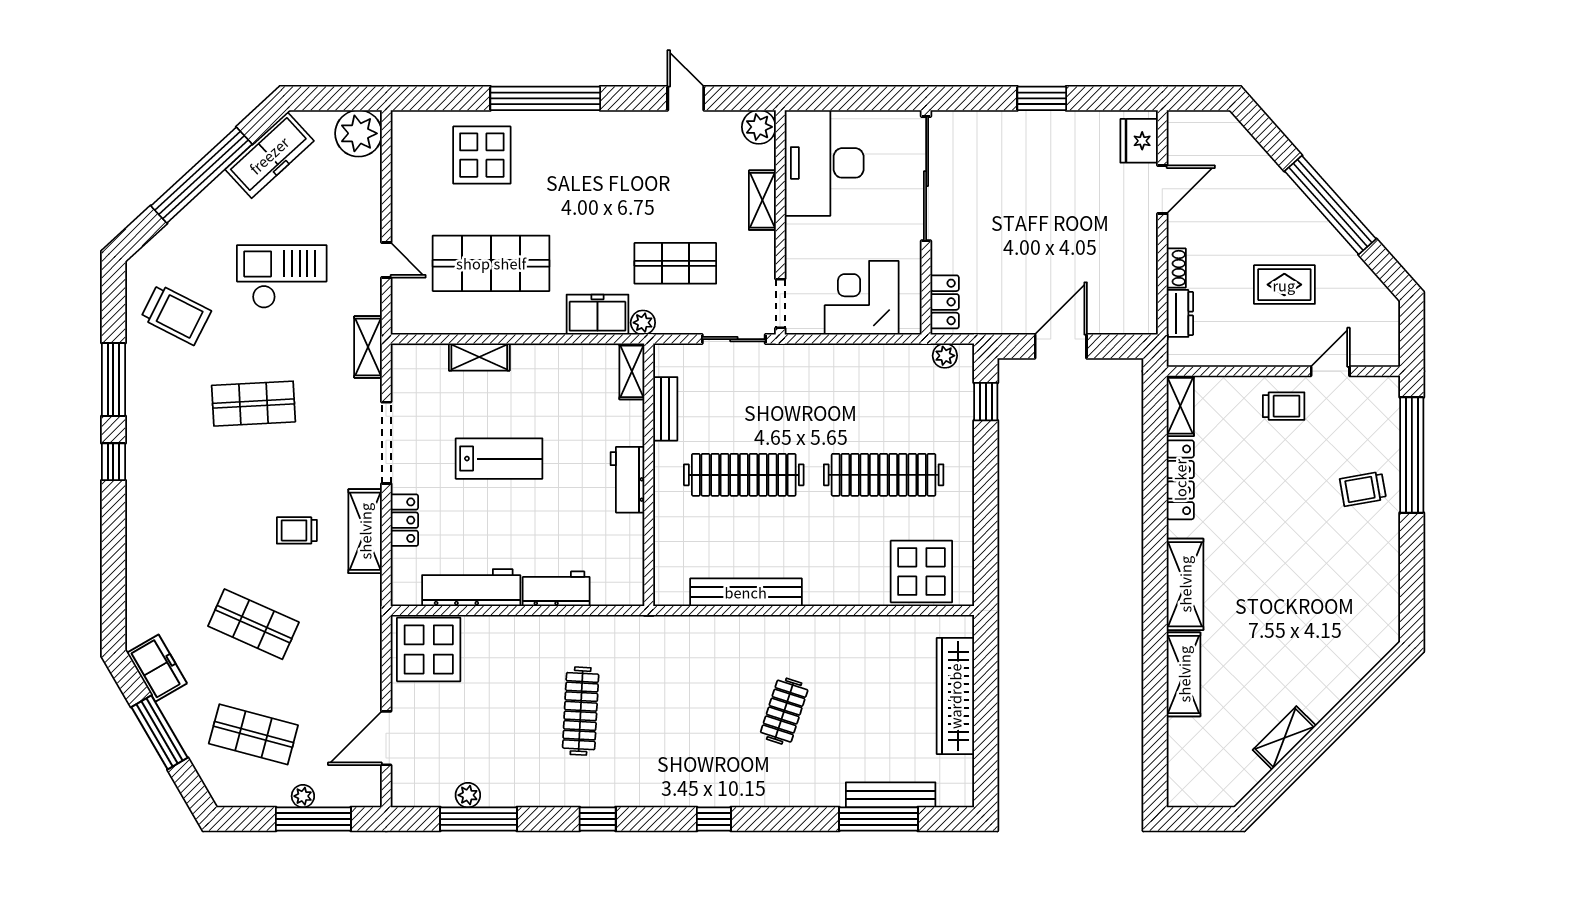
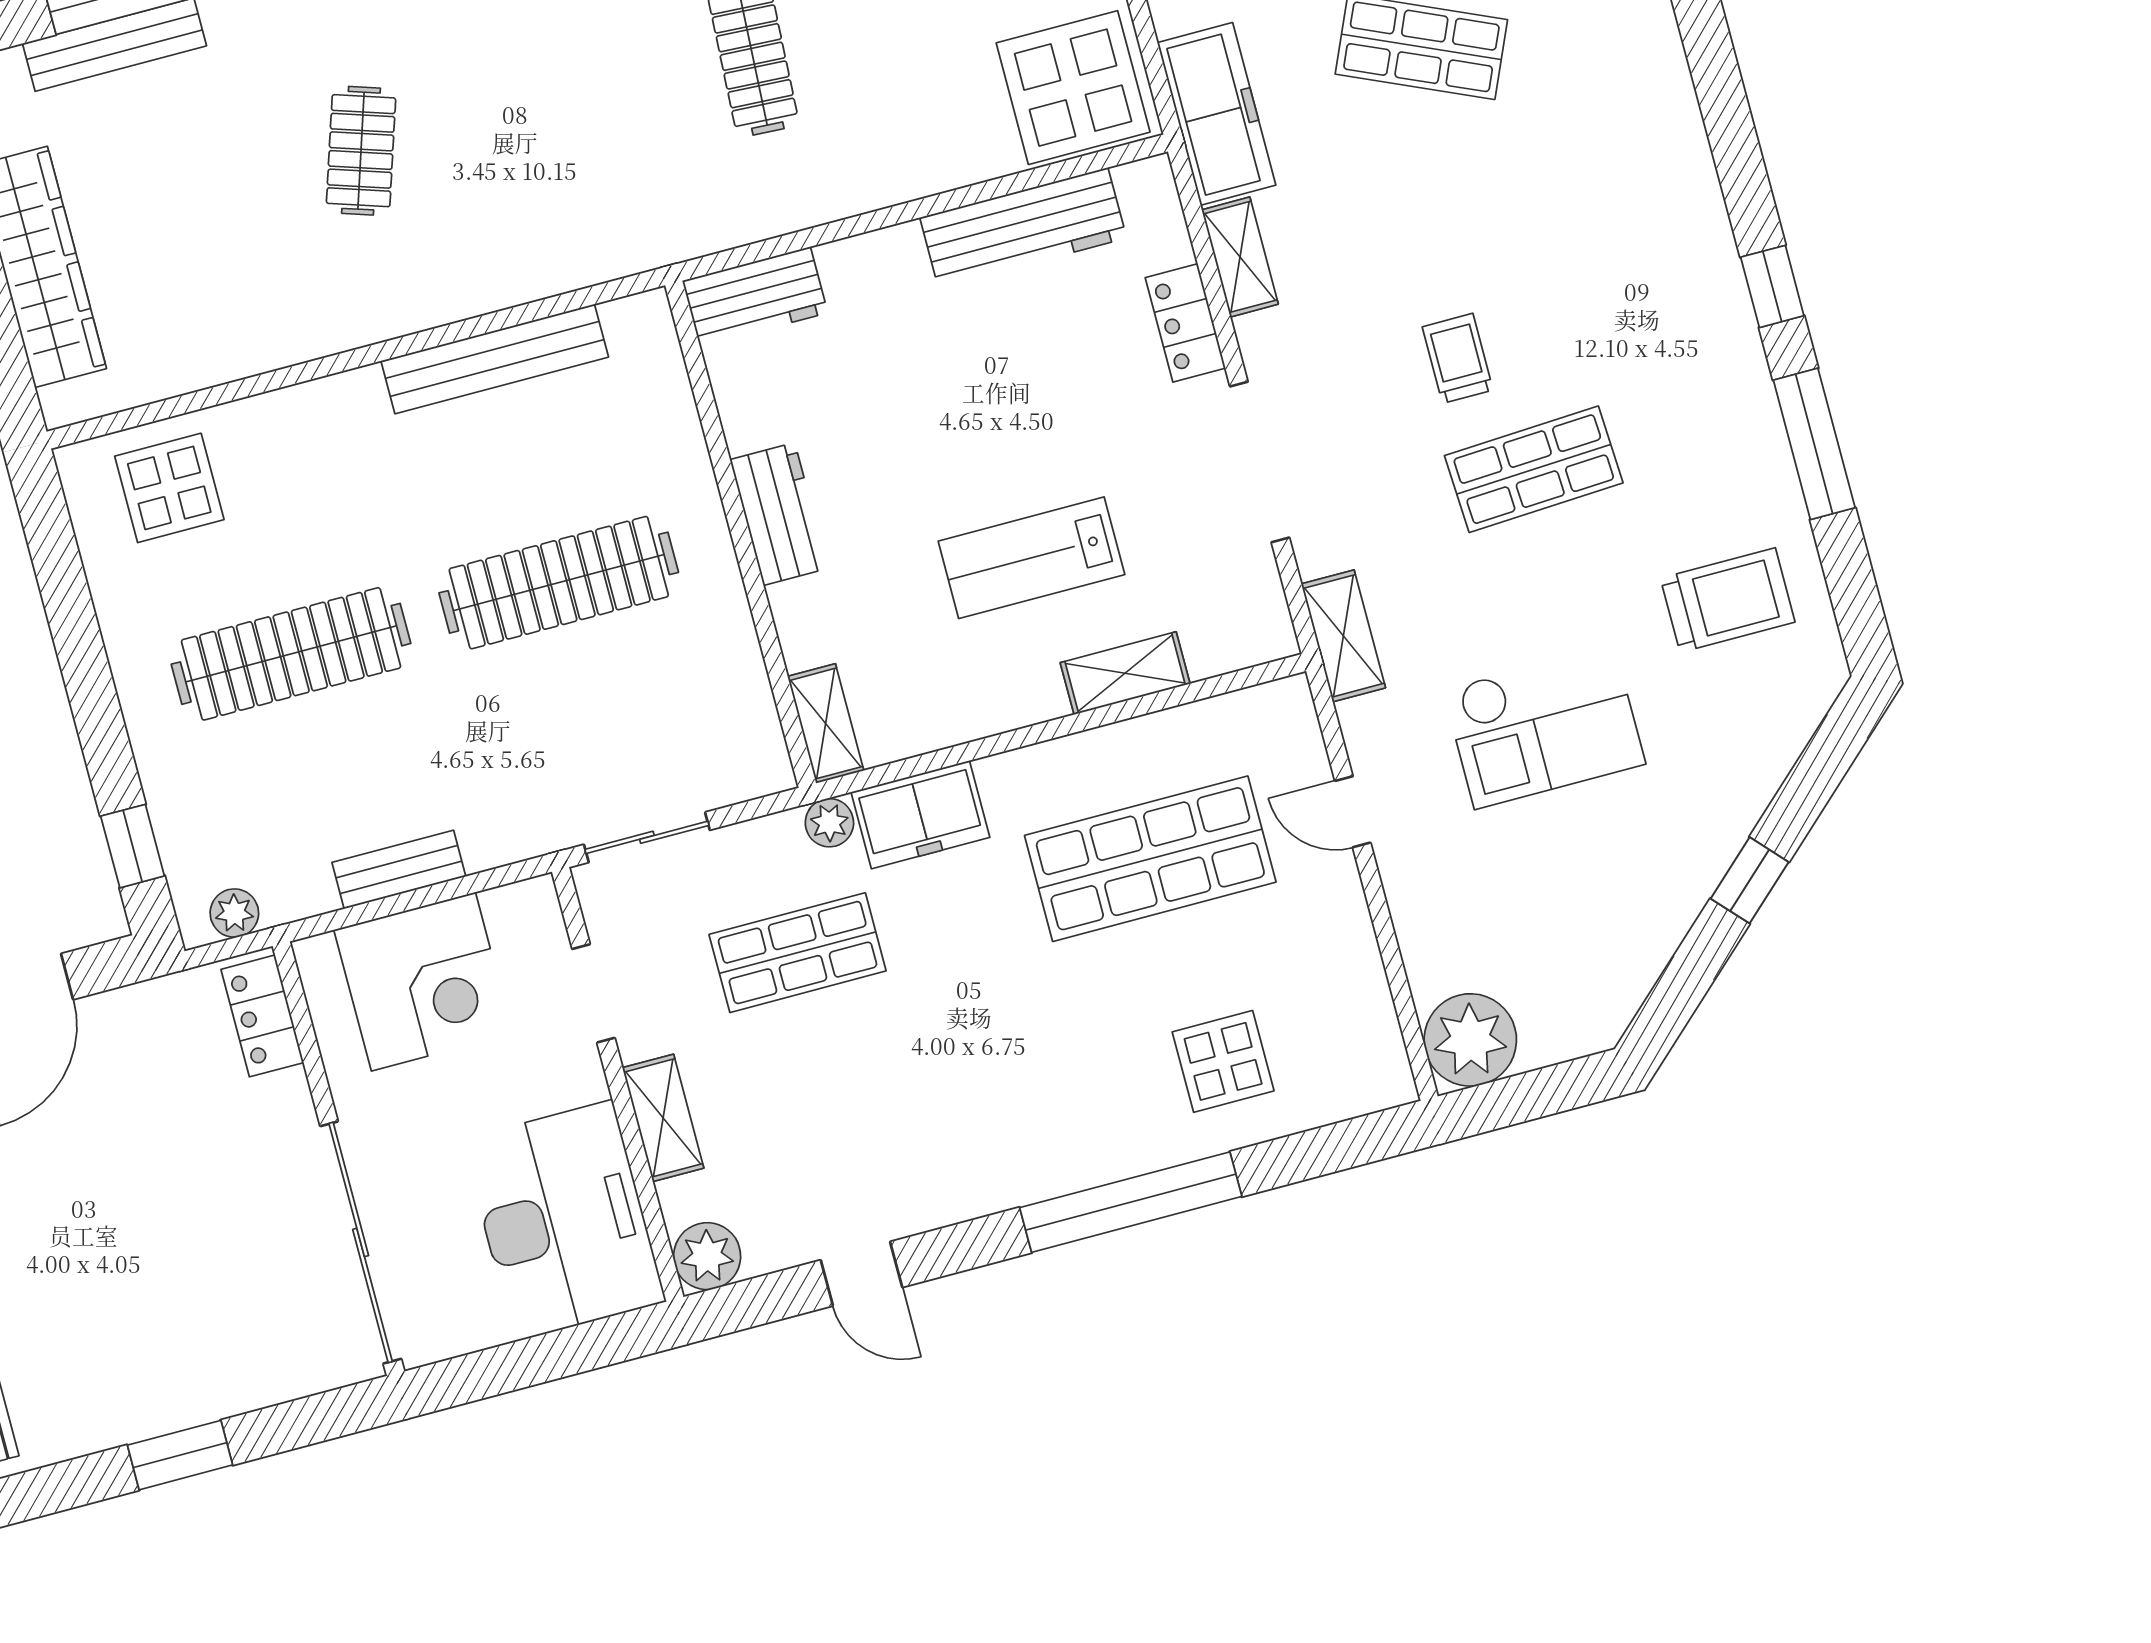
freezer: (269, 155) -> (1216, 114), moved, turned 133
display table: (482, 155) -> (1223, 1061), width x0.73, depth x0.73
window: (202, 175) -> (1750, 880), width x0.32
doorway: (780, 304) -> (594, 993), moved
trolley: (176, 315) -> (1728, 600), turned 153
bench: (665, 409) -> (399, 869), moved, turned 90
lab bench: (499, 459) -> (1031, 558), moved
trolley: (297, 530) -> (1458, 358), moved, turned -90
shelving: (365, 531) -> (1240, 257), width x0.67, depth x0.75
display table: (921, 571) -> (169, 488), width x0.73, depth x0.73
workbench: (556, 589) -> (755, 297), moved

